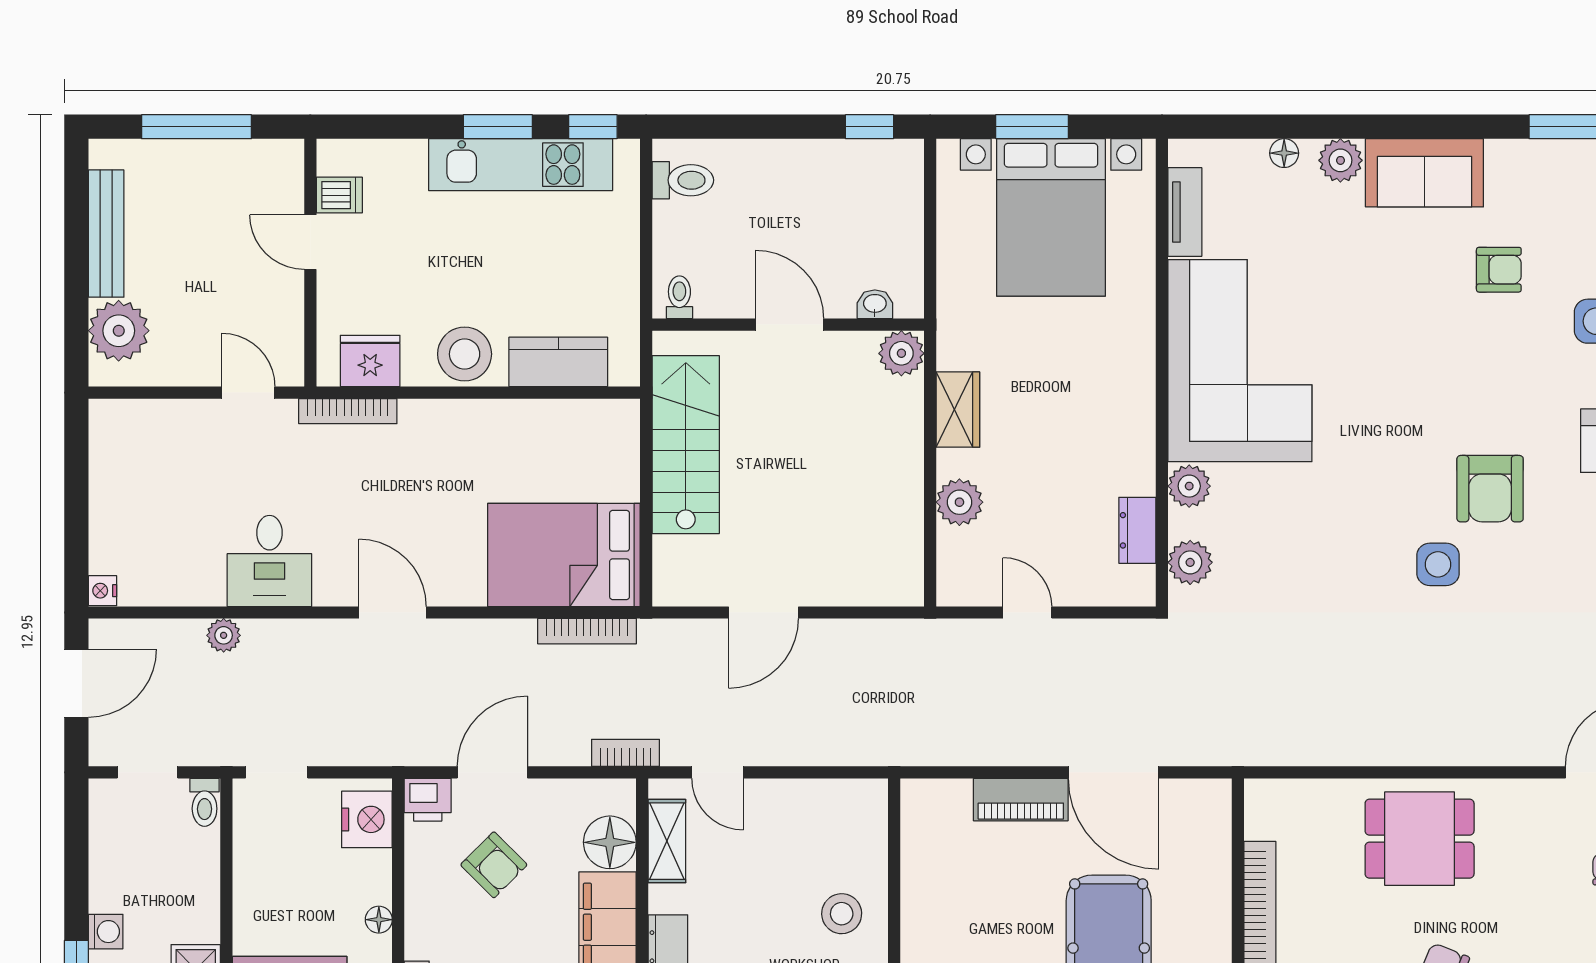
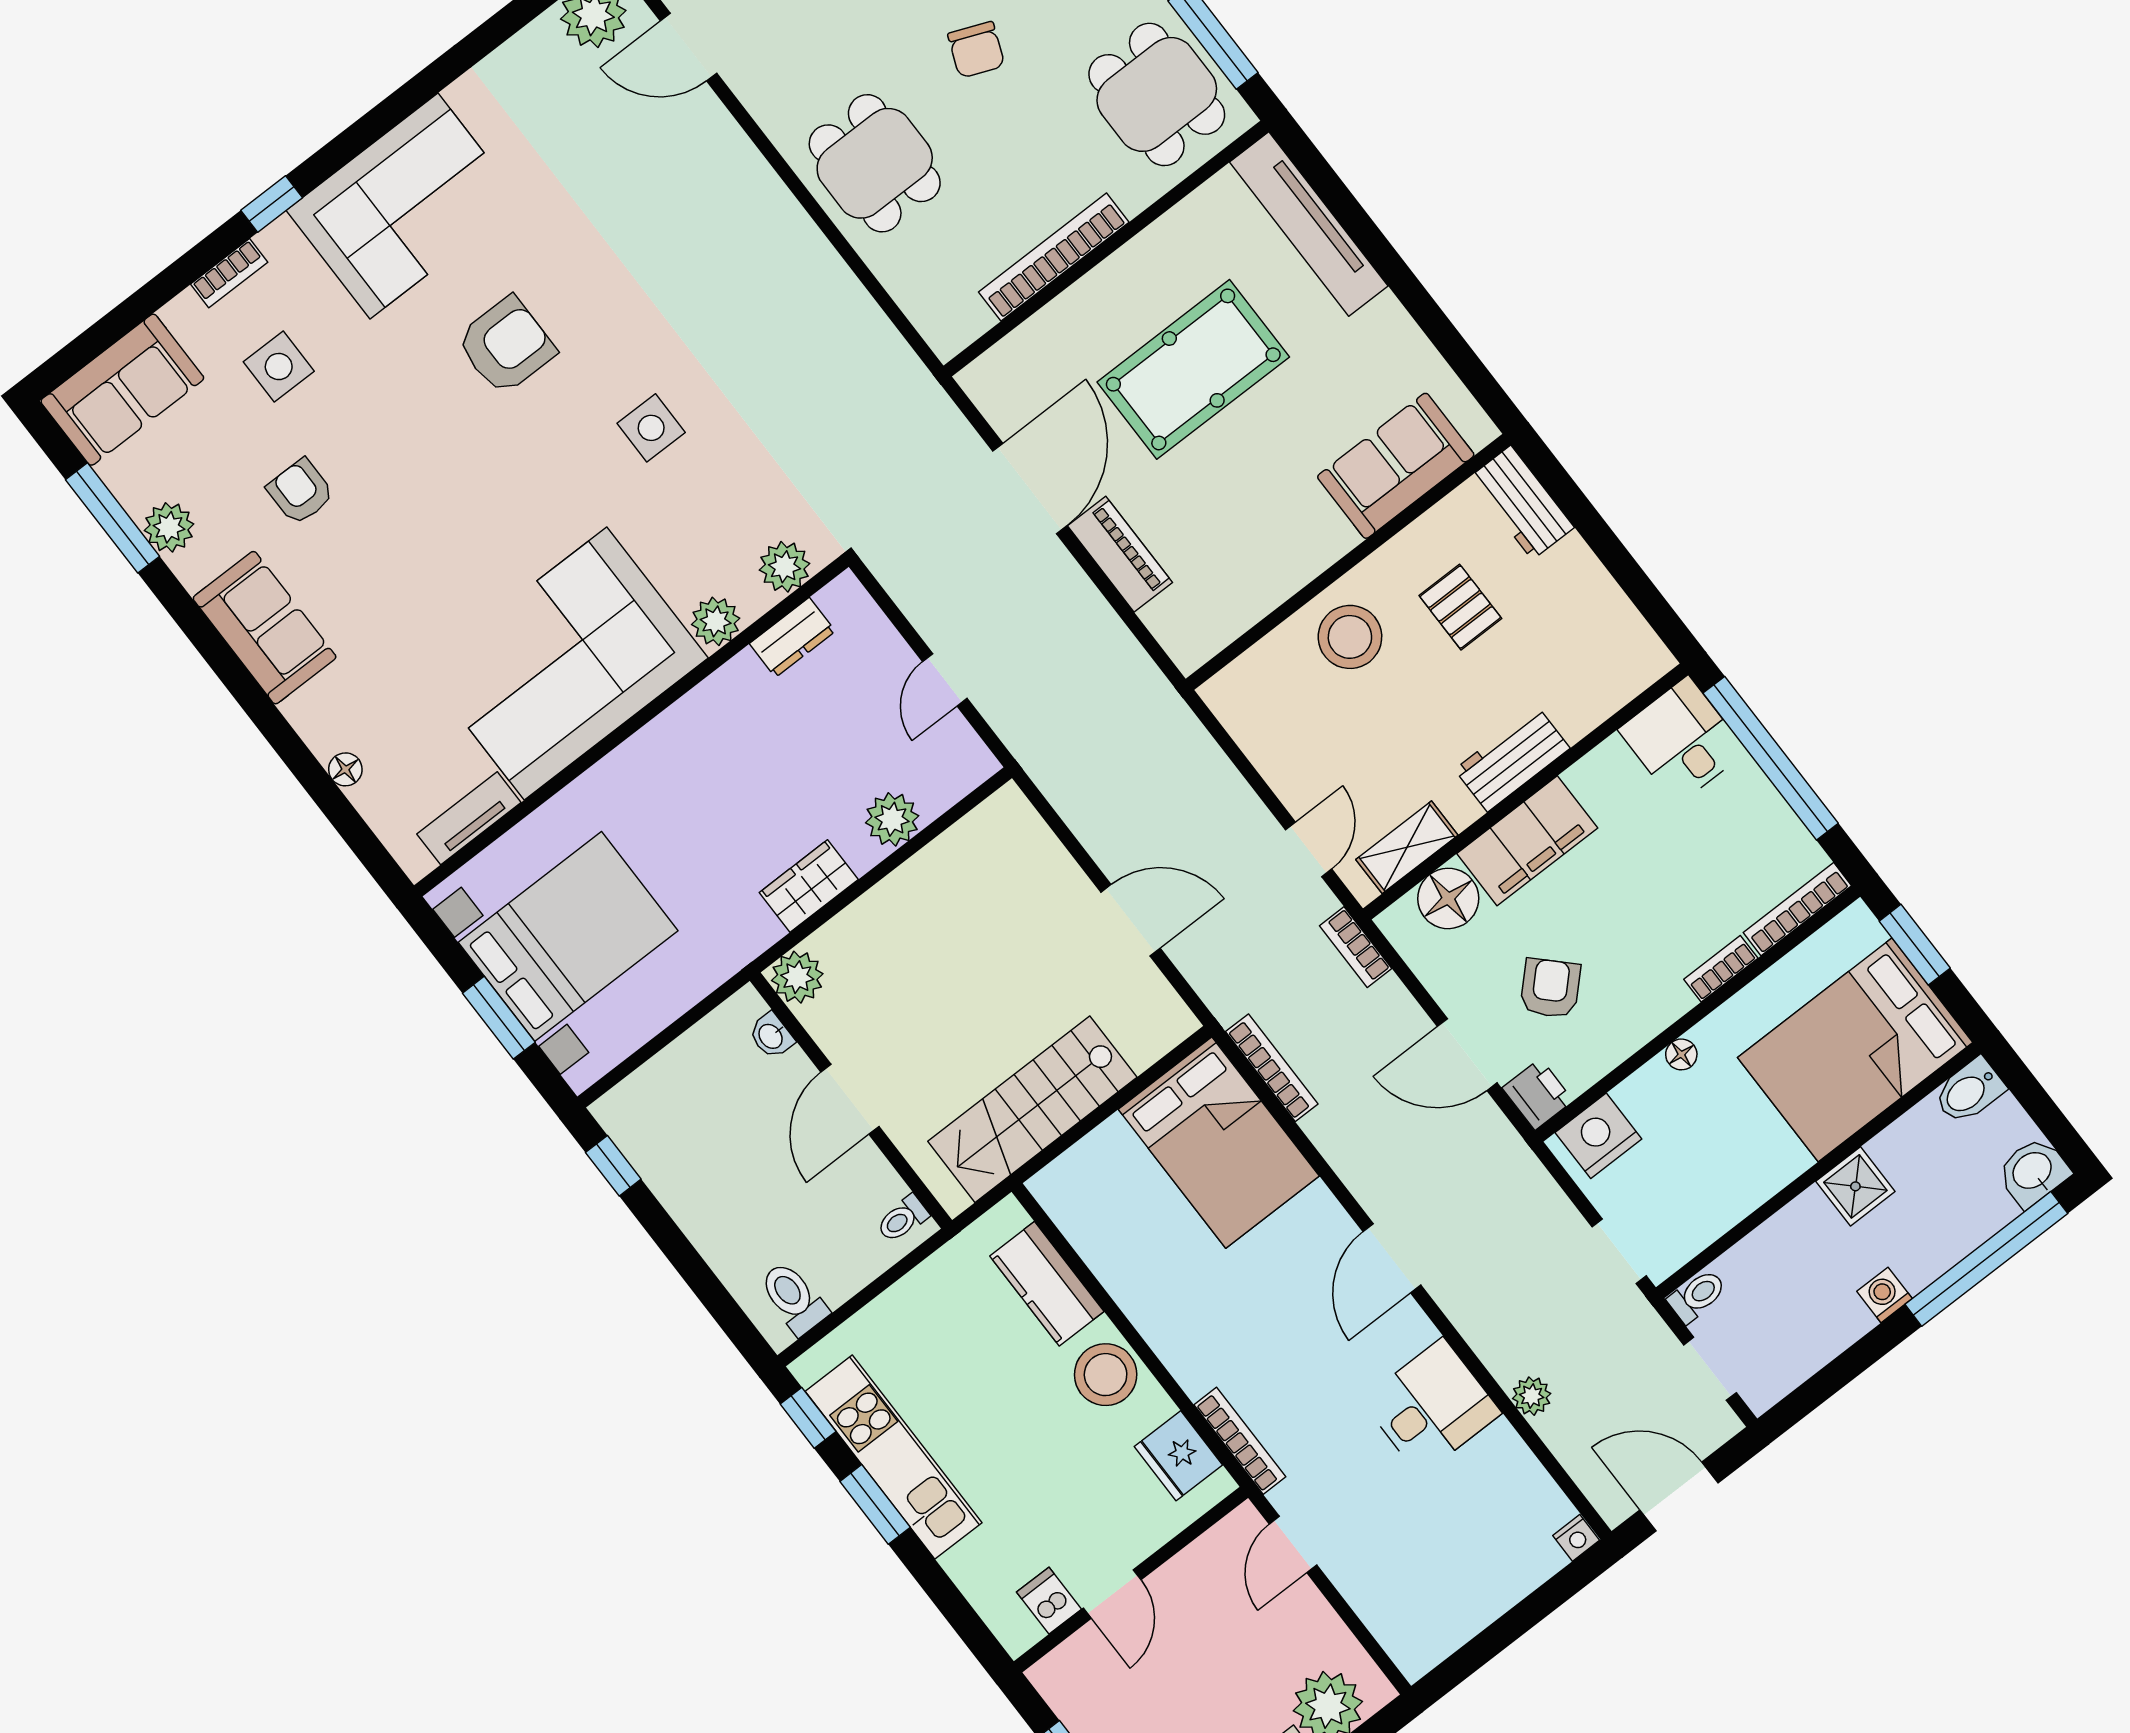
plant: (1340, 160) -> (169, 527), moved
side table: (1438, 564) -> (651, 428), moved
stool: (842, 914) -> (1350, 637), width x1.38, depth x1.38

